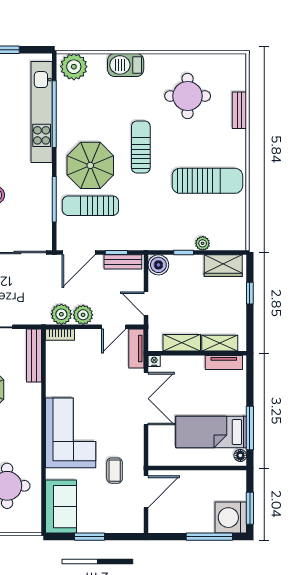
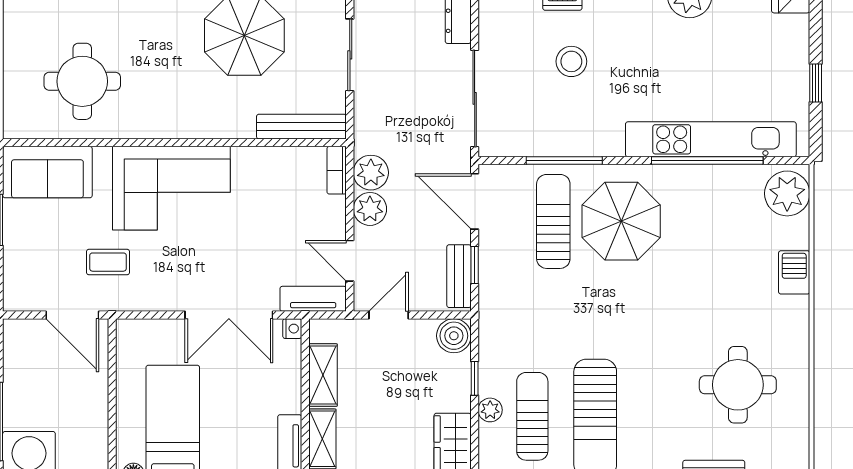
barbecue: (126, 65) -> (794, 272), width x0.73, depth x0.79
sun lounger: (141, 147) -> (532, 416), moved, turned -90

